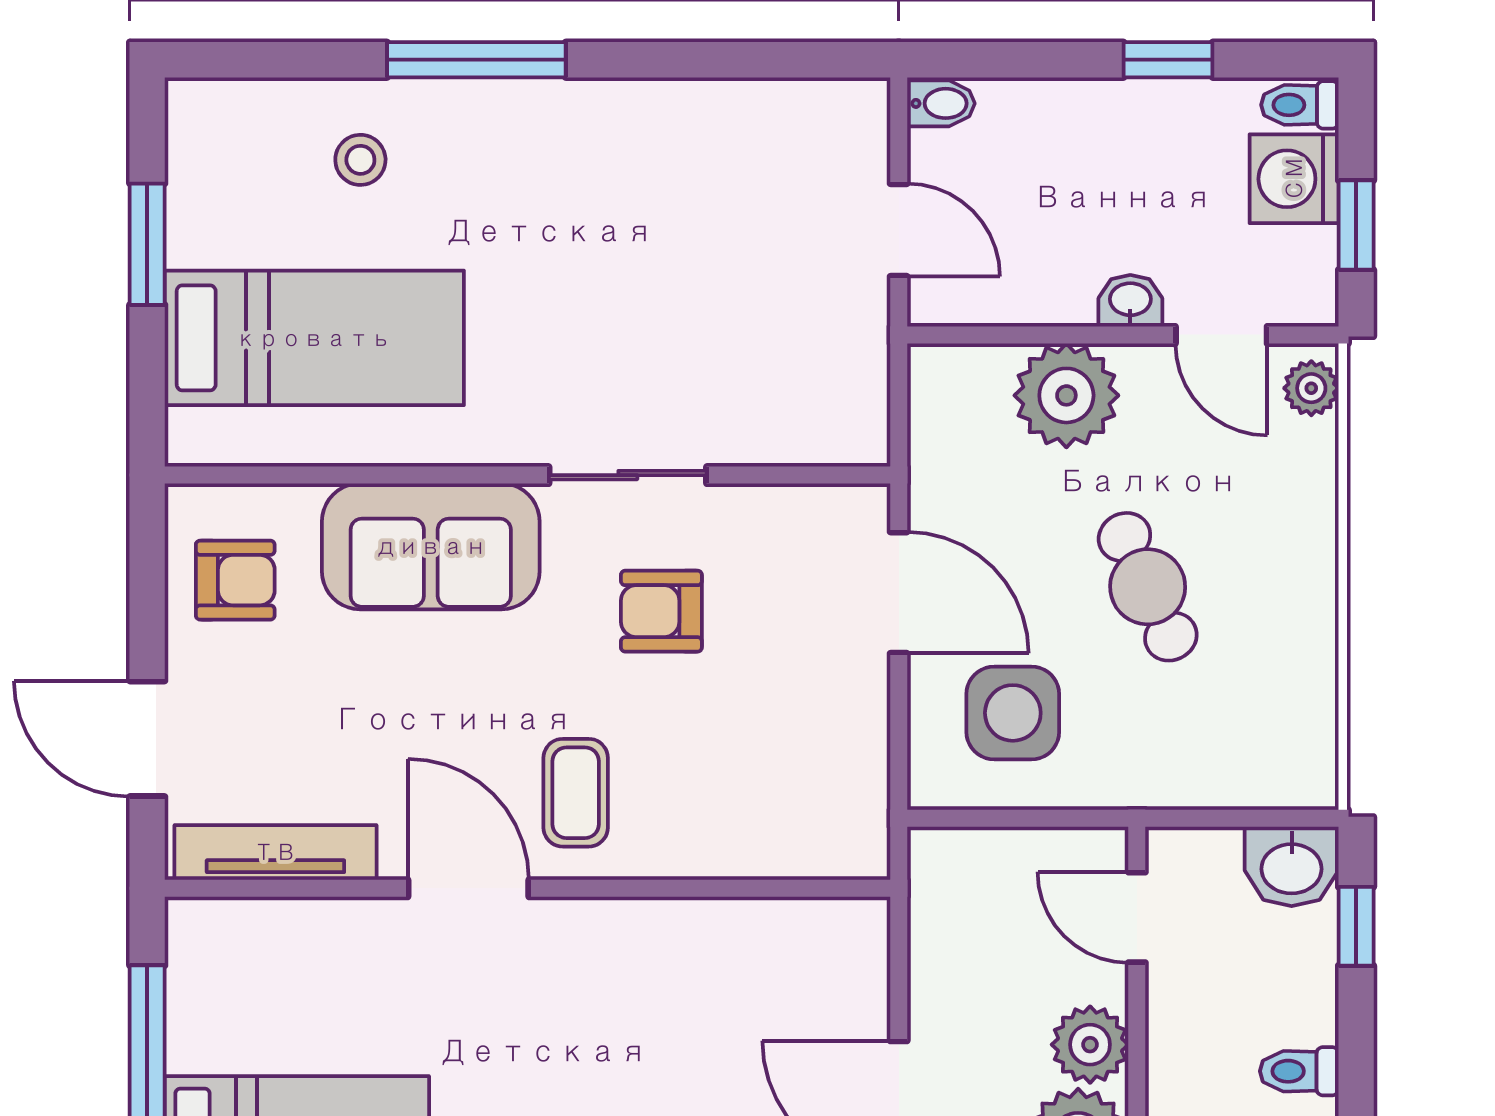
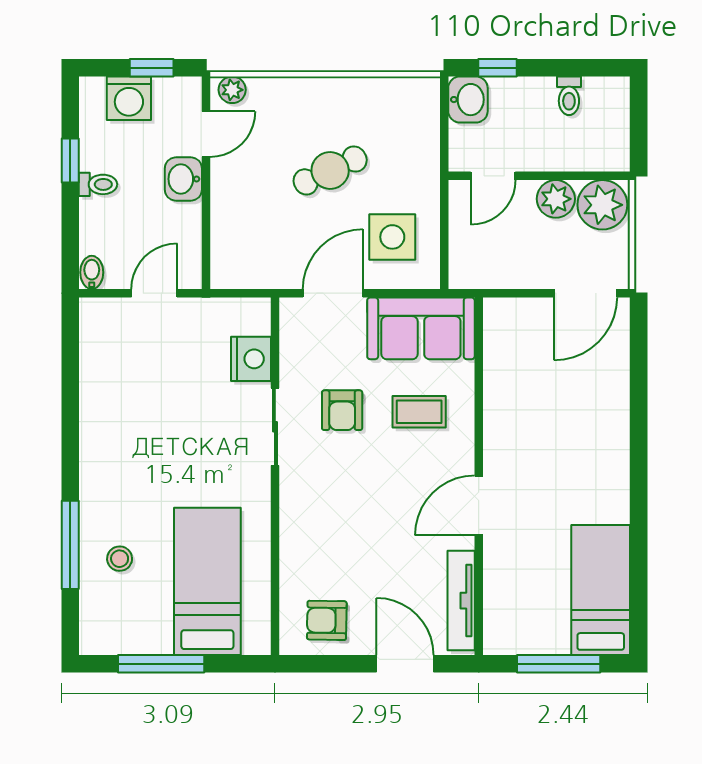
window: (476, 60) -> (70, 545), moved
toilet: (1300, 105) -> (98, 184), moved, turned -90
window: (147, 244) -> (161, 664), width x1.44
washbasin: (1130, 301) -> (183, 179), width x1.38, depth x1.45
plant: (1066, 395) -> (236, 211), removed
nightstand: (766, 426) -> (251, 359), added
sofa: (431, 546) -> (421, 328), moved, turned 90
armchair: (235, 580) -> (327, 620), turned -89
door: (147, 739) -> (405, 664), swing flipped
coffee table: (576, 793) -> (419, 412), moved

